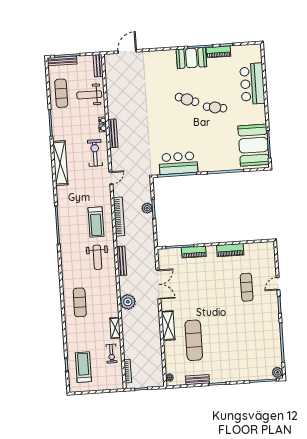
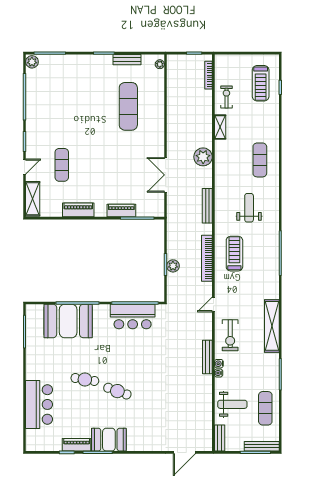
booth: (253, 145) -> (68, 321), moved, turned 90
weight bench: (97, 257) -> (249, 208), moved
shelving: (168, 326) -> (33, 199), moved

